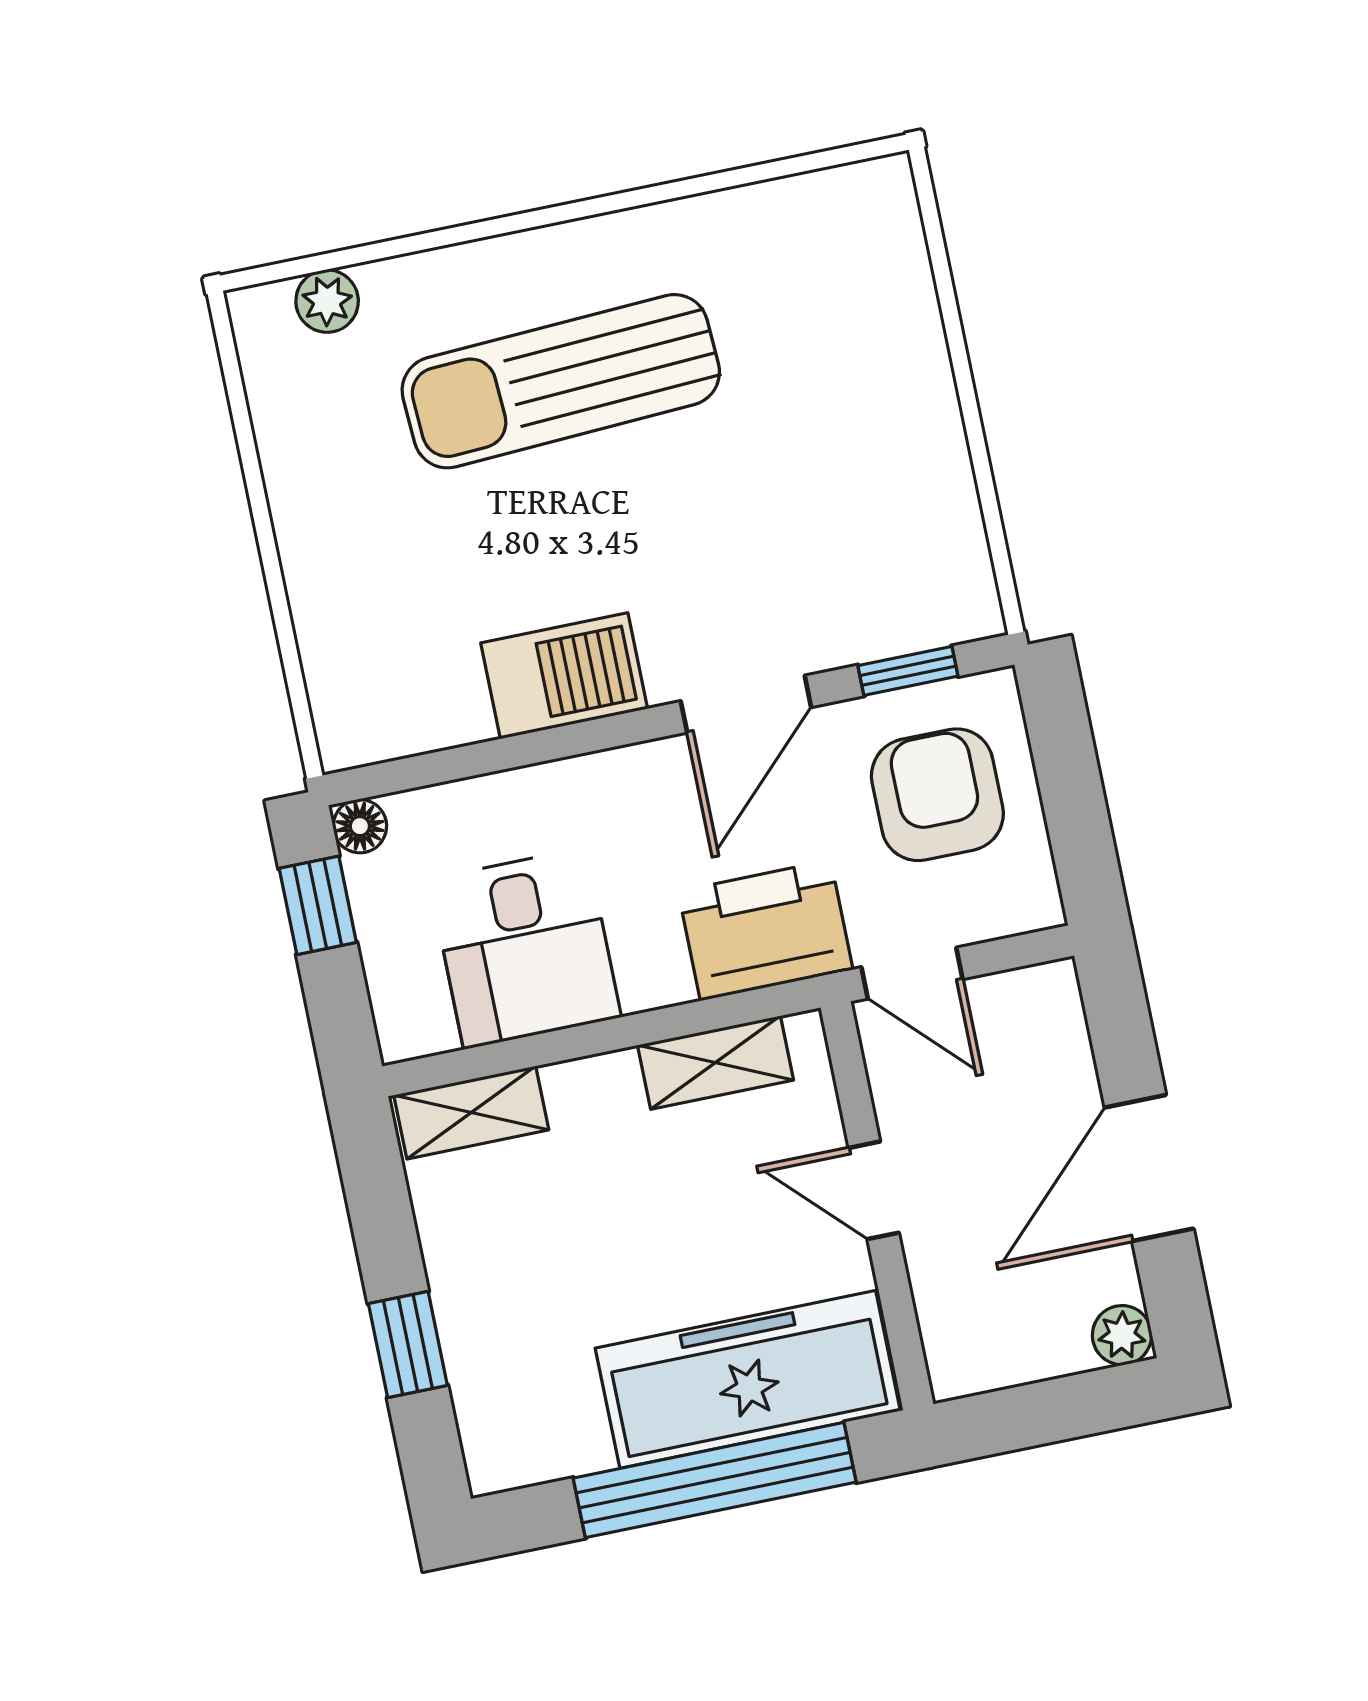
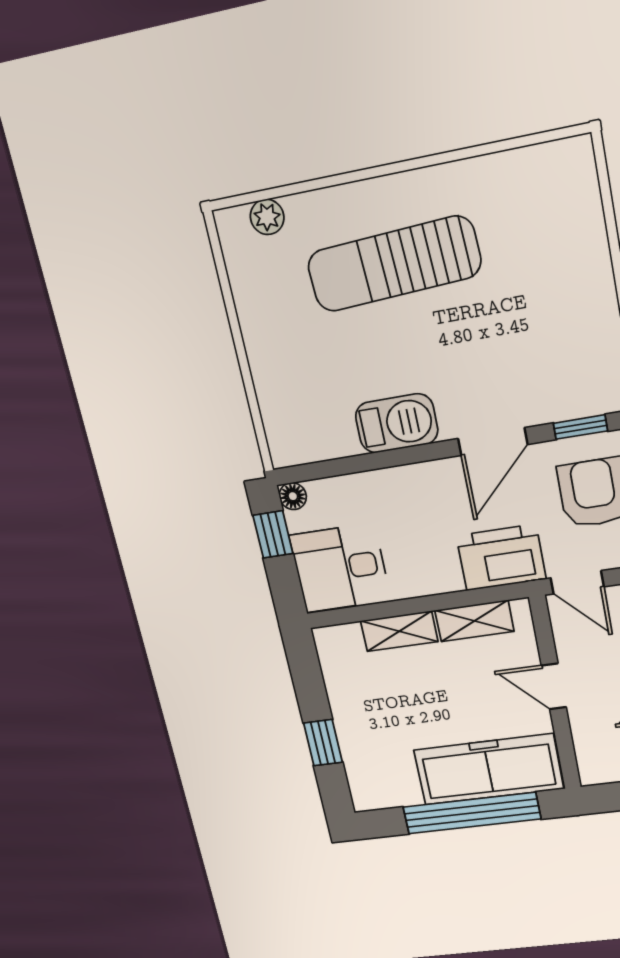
desk: (525, 948) -> (340, 568), moved, turned 90
shelving: (471, 1112) -> (399, 631), moved

